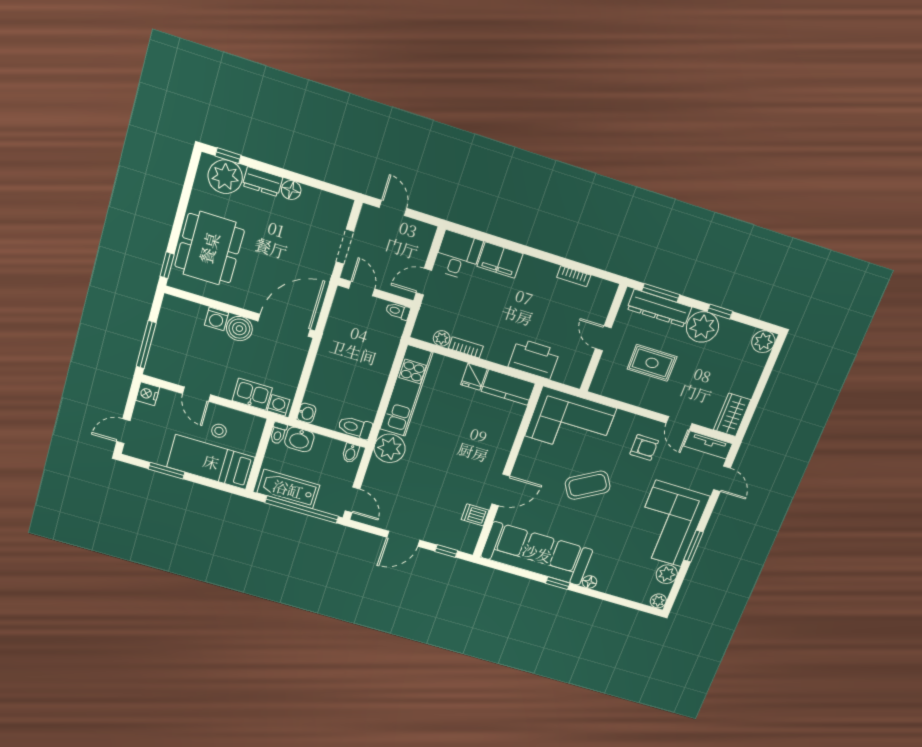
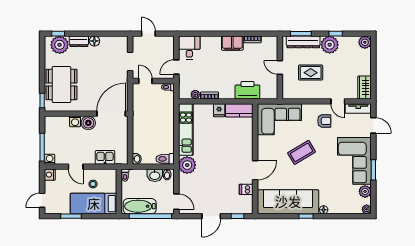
filing cabinet: (500, 260) -> (232, 43), moved
washing machine: (278, 405) -> (50, 159), moved
washbasin: (299, 439) -> (155, 175), moved

